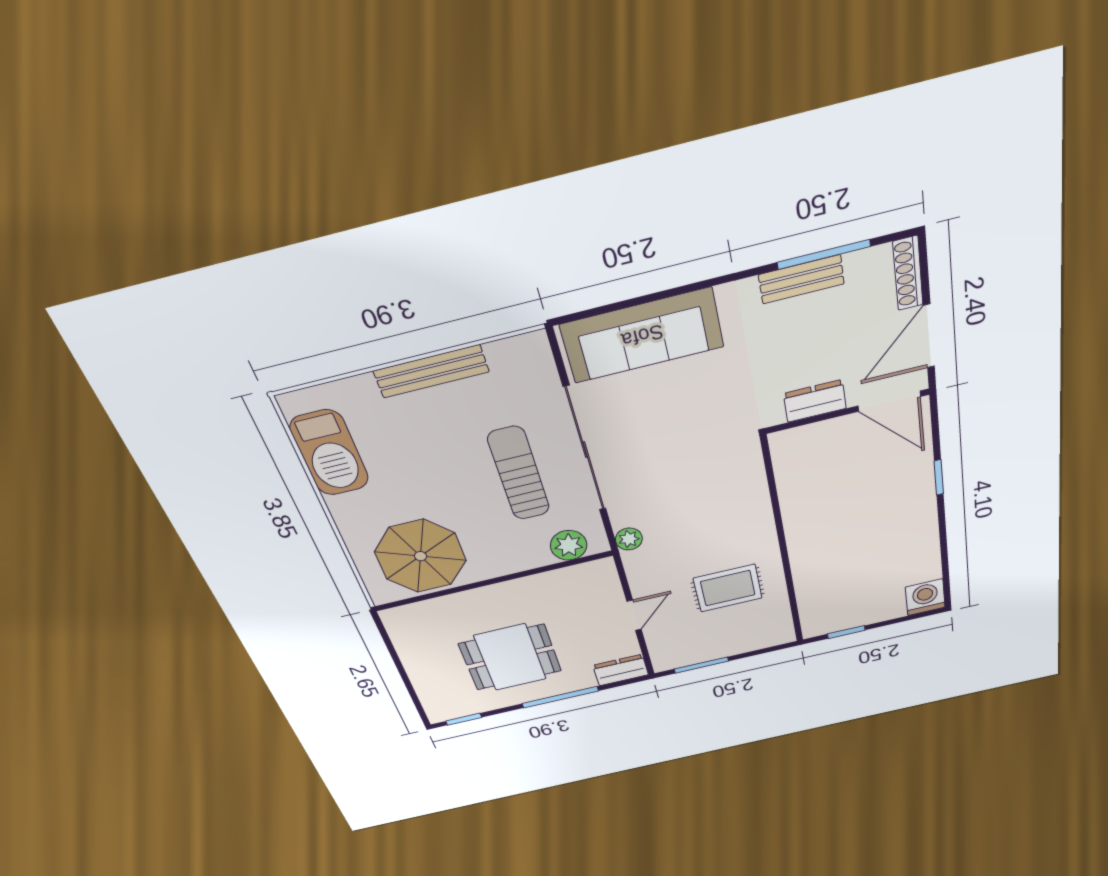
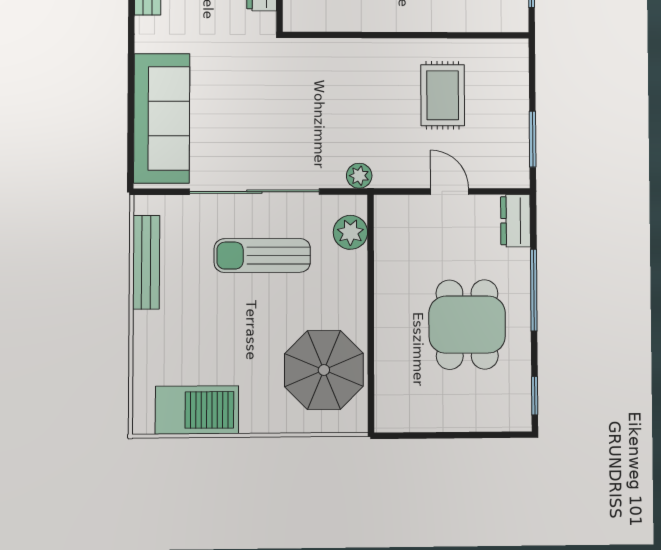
bench: (431, 371) -> (146, 262), moved

